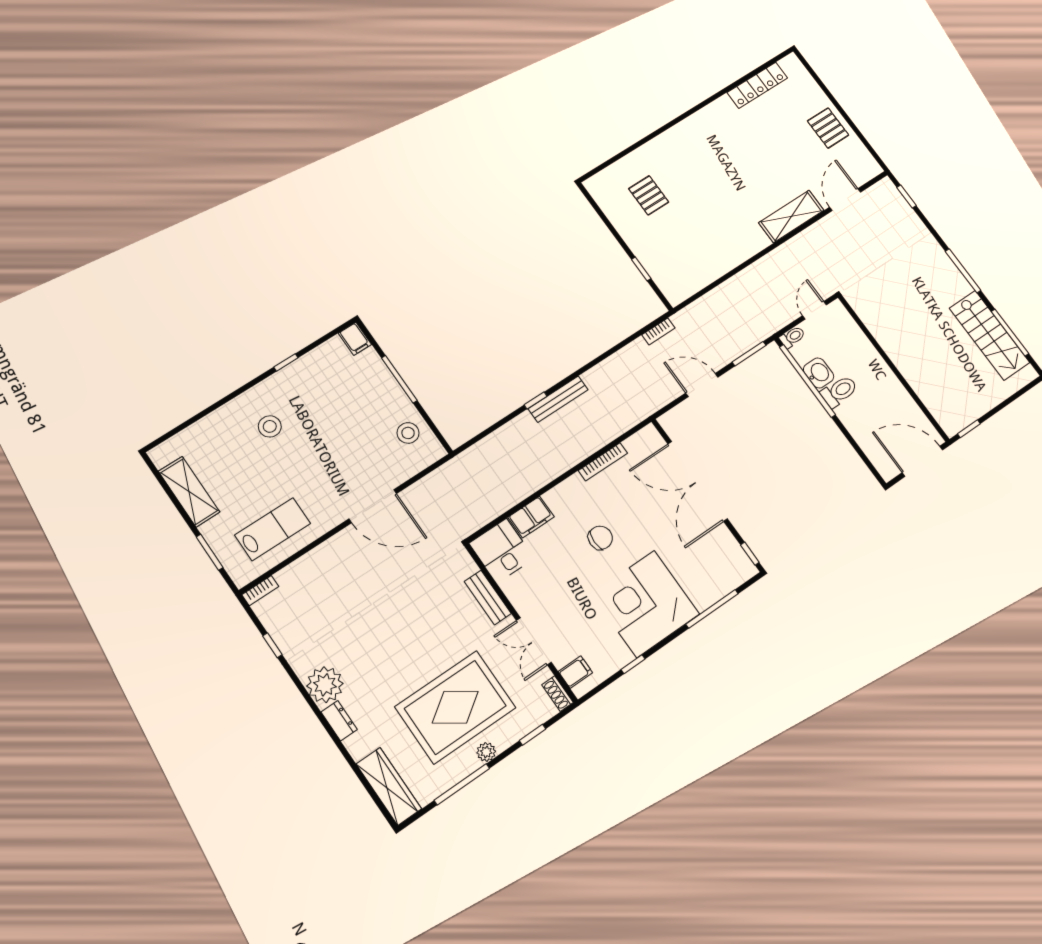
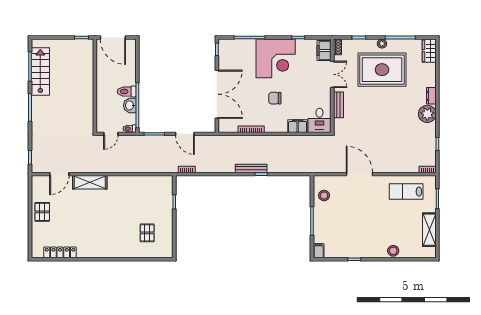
stool: (270, 426) -> (393, 251), moved
filing cabinet: (575, 672) -> (324, 51), width x2.00
wardrobe: (389, 786) -> (429, 51), width x0.67

